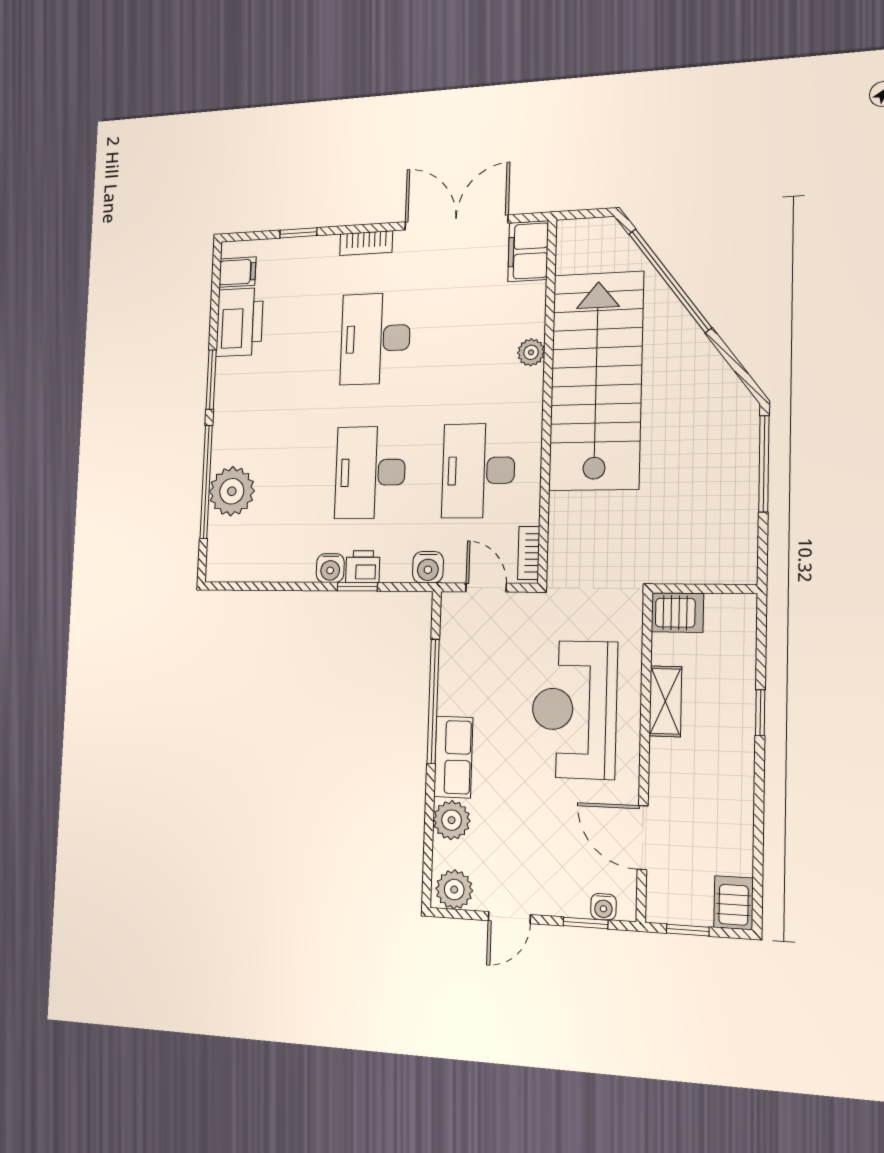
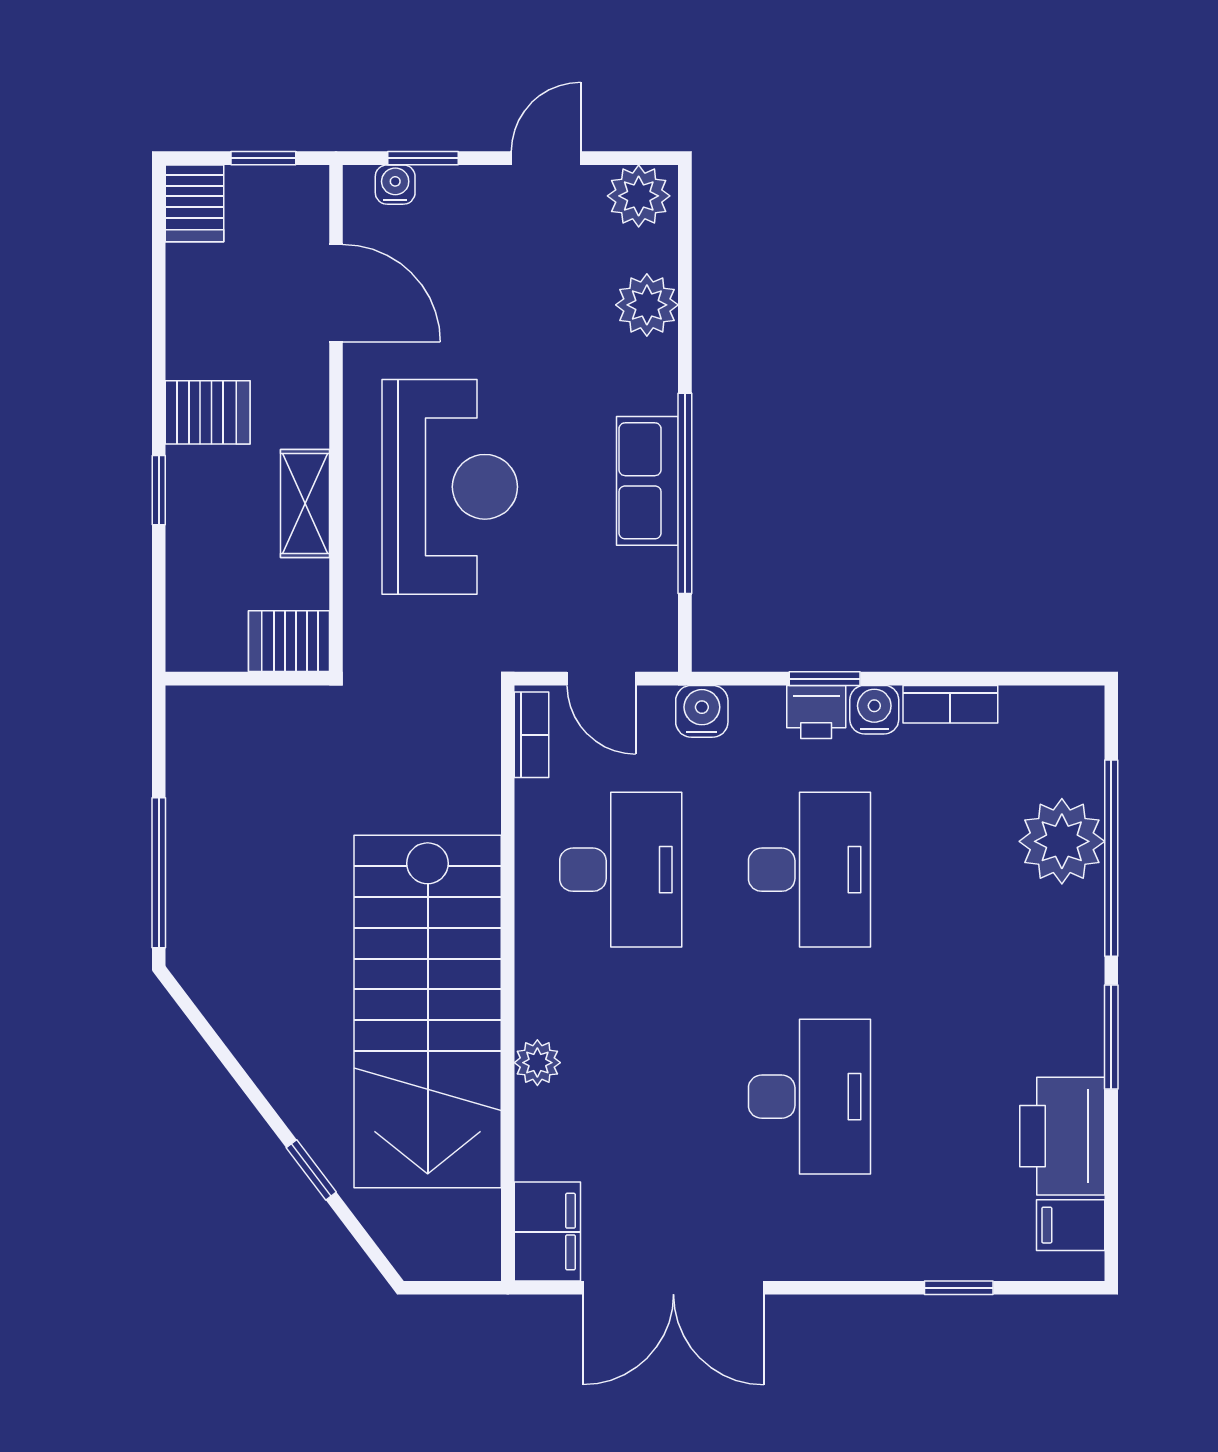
bookcase: (366, 243) -> (950, 704), moved, turned 180
window: (670, 280) -> (311, 1170), width x0.32
row of seats: (453, 757) -> (647, 481), moved
server rack: (727, 763) -> (208, 412), added

